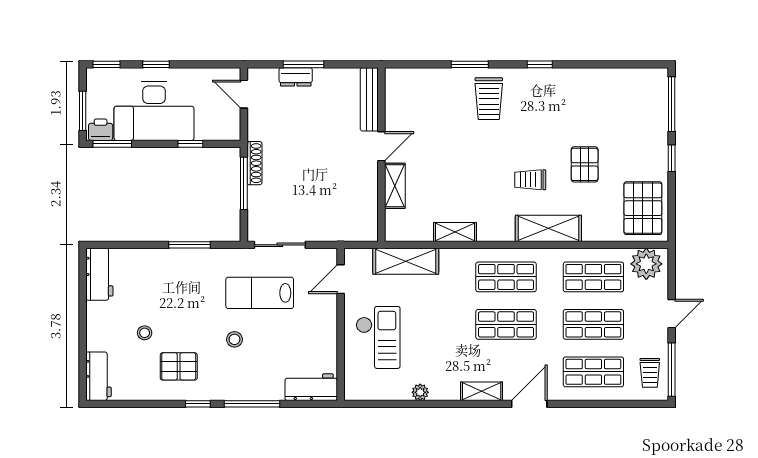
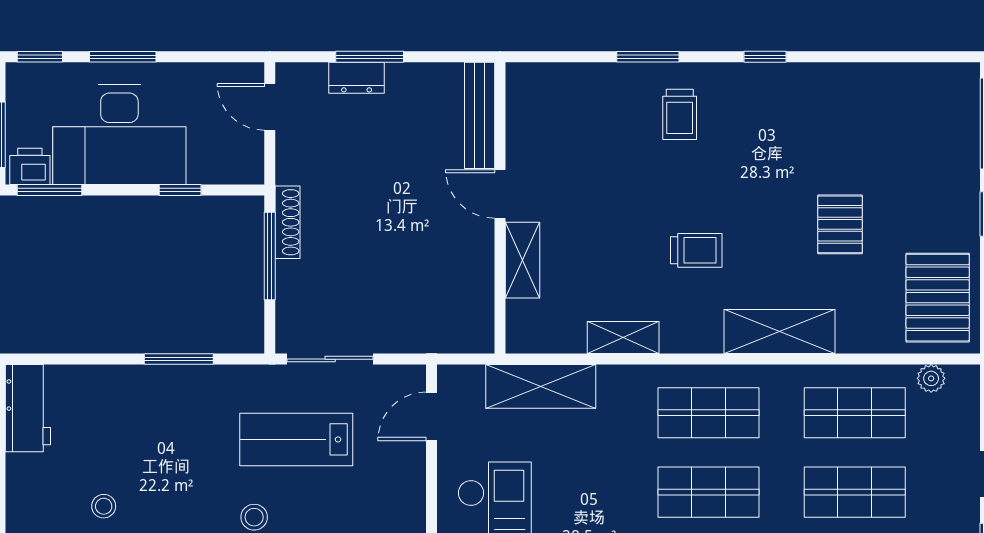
window: (156, 64) -> (123, 57), width x1.50
trolley: (489, 99) -> (680, 114), width x0.73, depth x0.72
door: (381, 146) -> (500, 194), swing flipped
trolley: (530, 180) -> (696, 250), moved, turned 180
plant: (646, 264) -> (931, 378), width x0.53, depth x0.53

